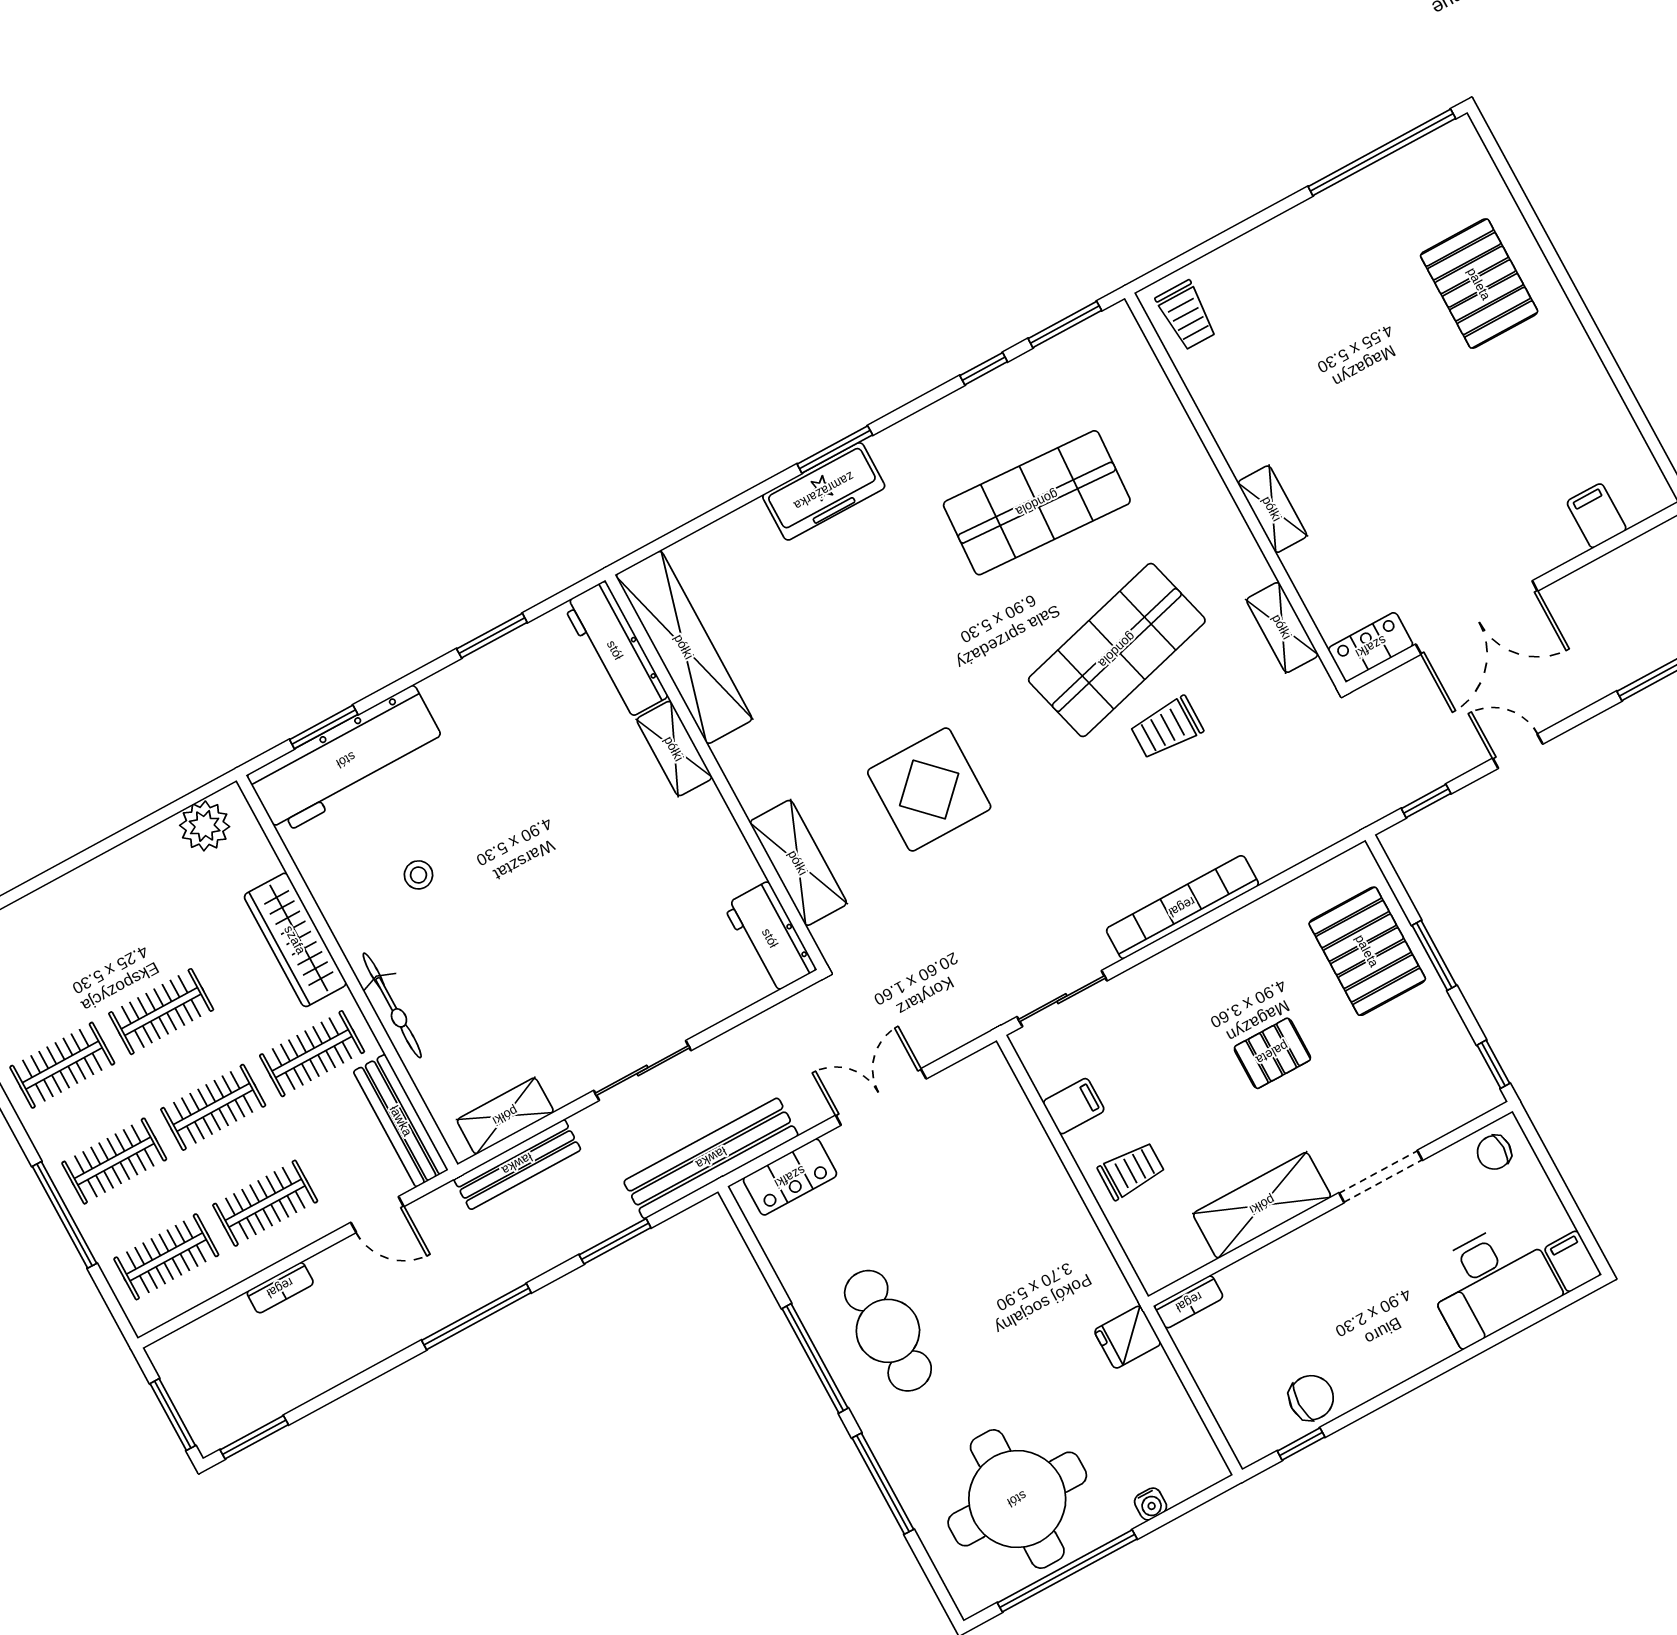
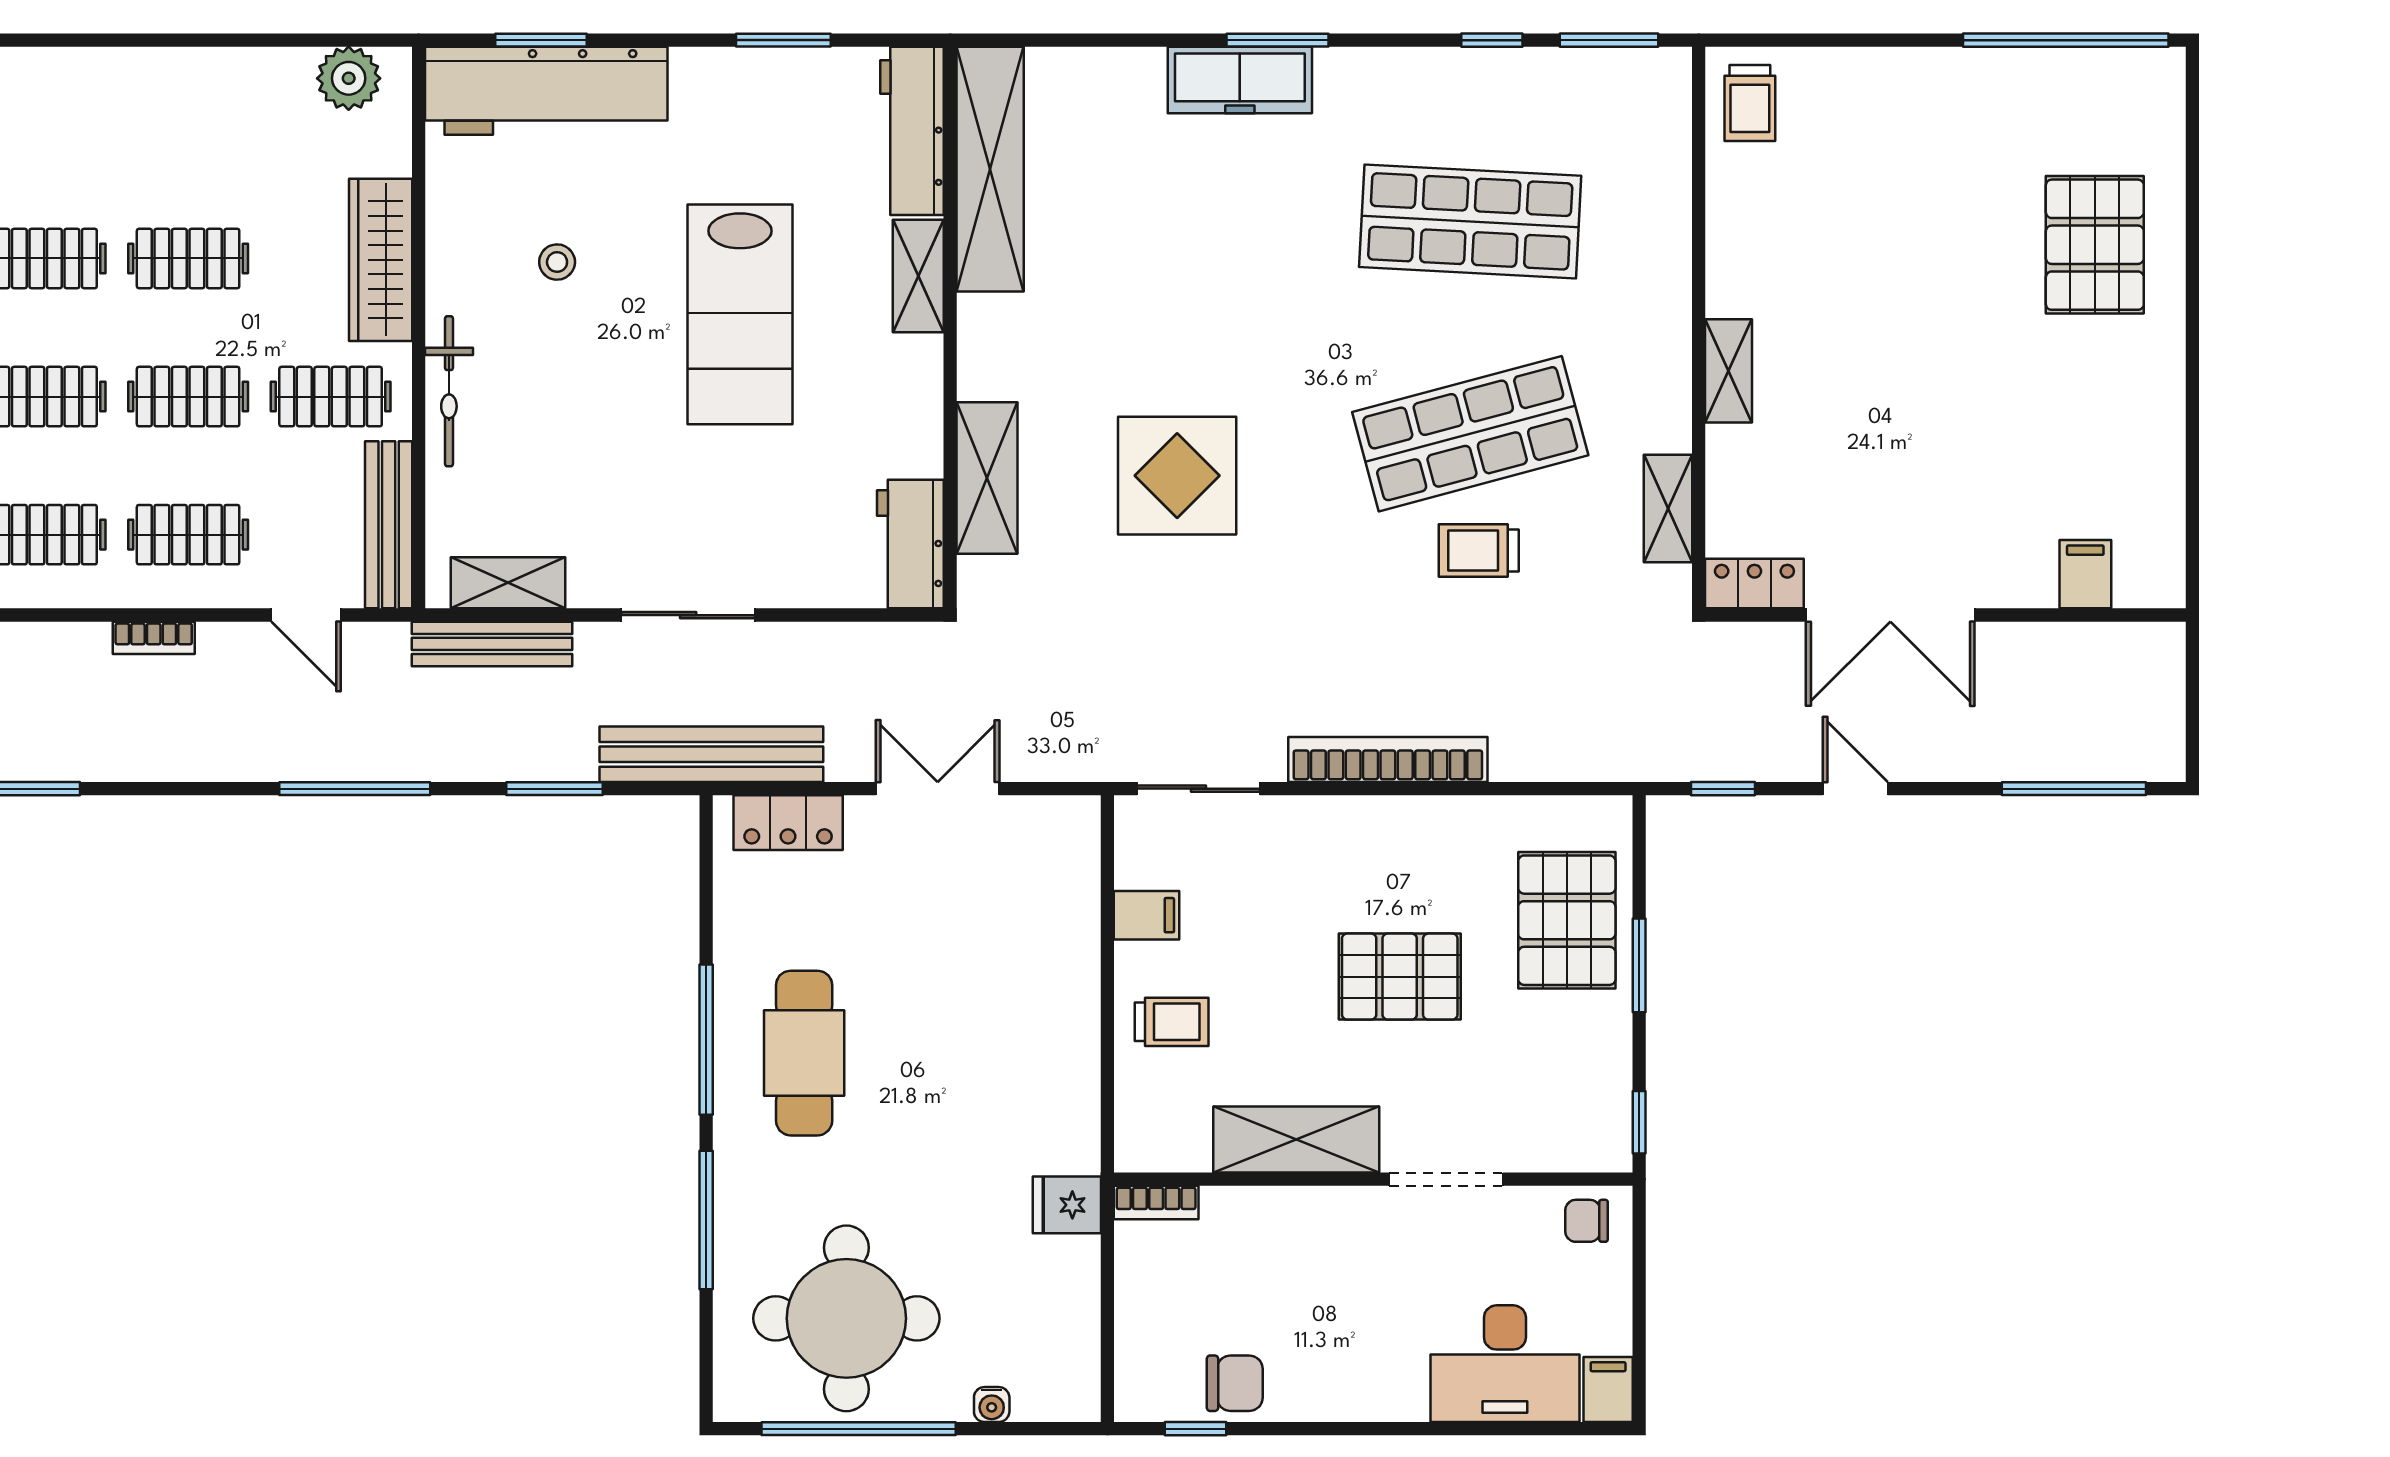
lab bench: (565, 842) -> (740, 314), added
pallet: (1272, 1053) -> (1400, 977), width x1.50, depth x1.42

